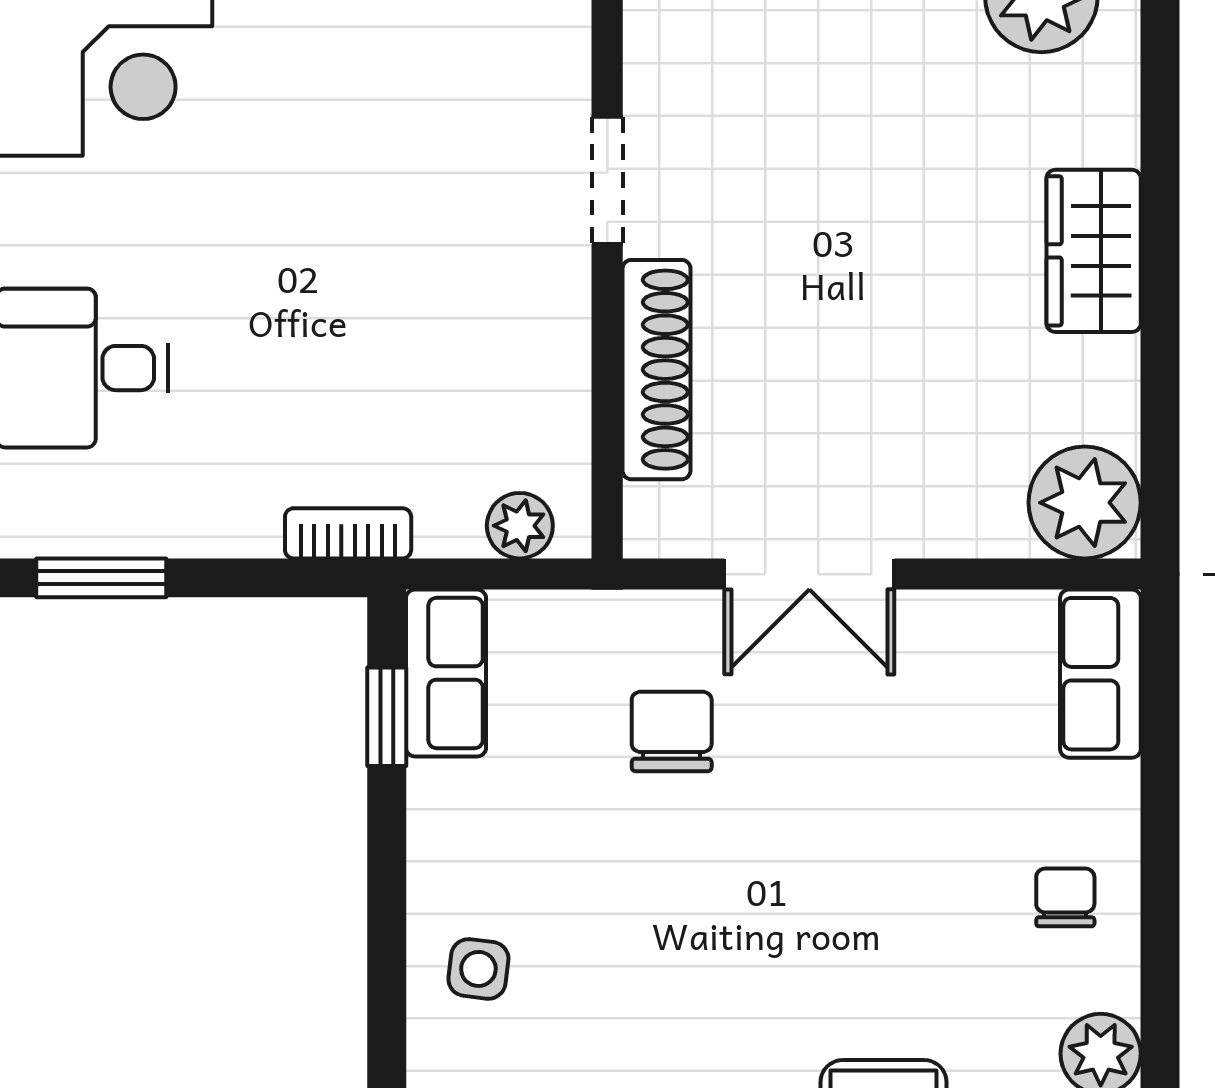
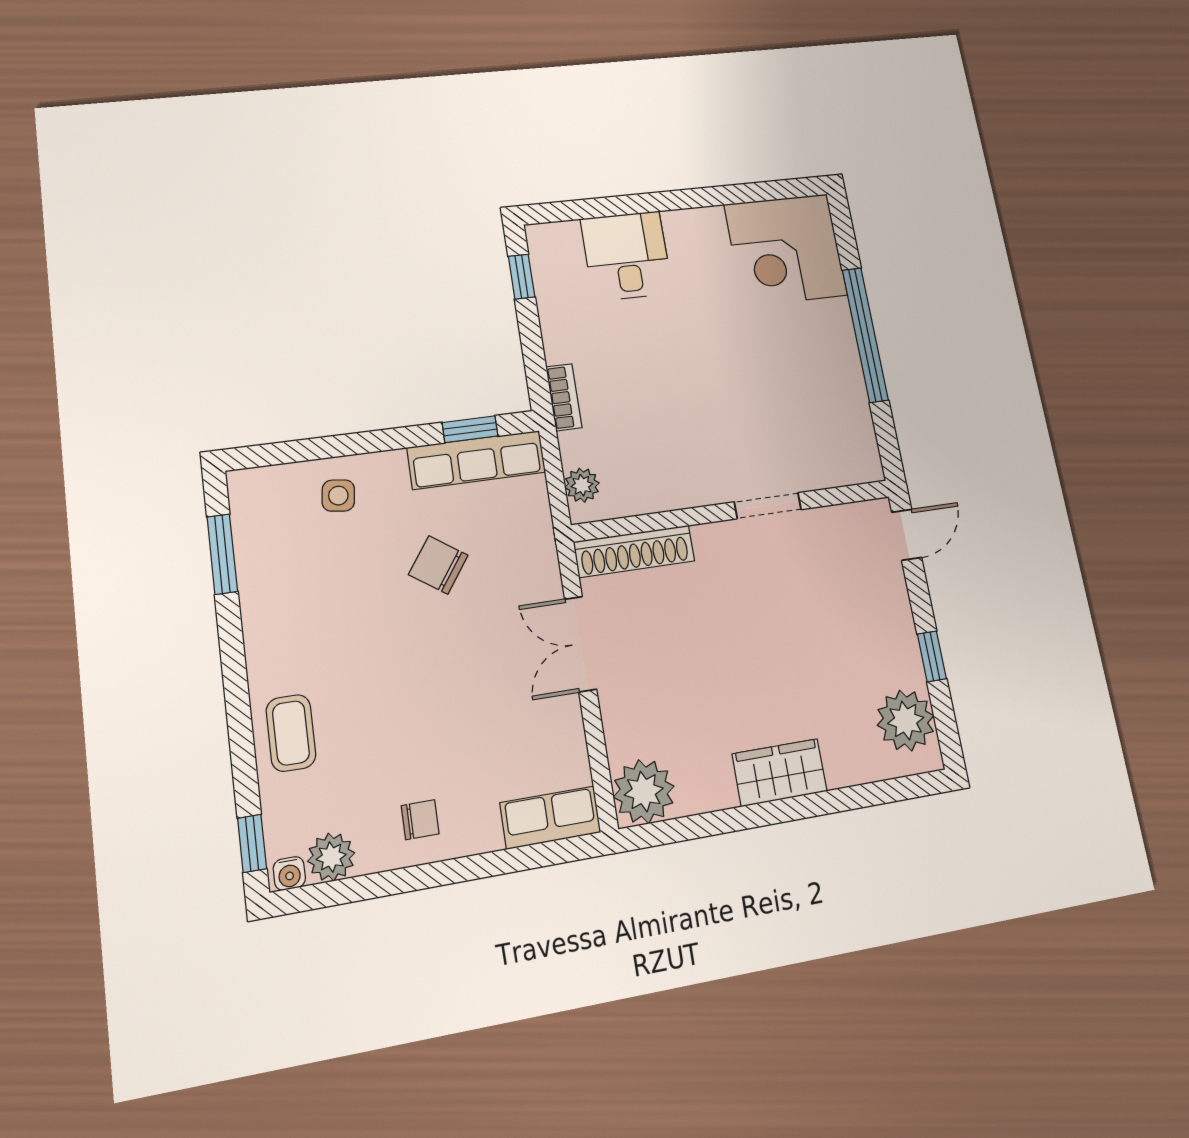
shoe rack: (656, 370) -> (634, 551), moved
window: (101, 578) -> (522, 277), width x0.67
row of seats: (446, 673) -> (476, 460), width x1.48
chair: (672, 731) -> (438, 565), moved, turned -145

